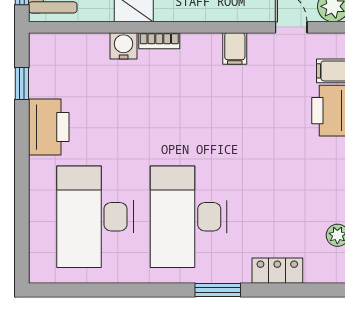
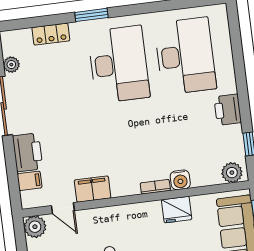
plant: (51, 47) -> (232, 173), added
filing cabinet: (235, 48) -> (93, 189), width x2.00
printer: (49, 127) -> (228, 110), width x0.73, depth x0.84

